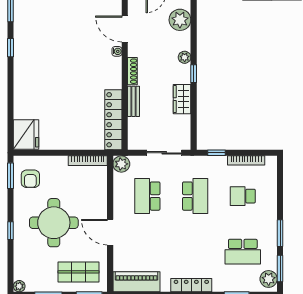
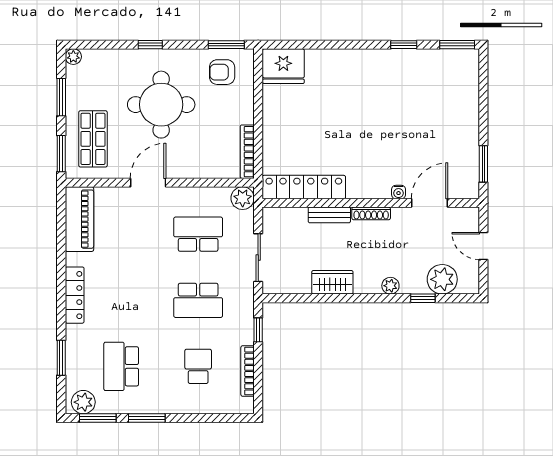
window: (194, 74) -> (423, 298), moved

